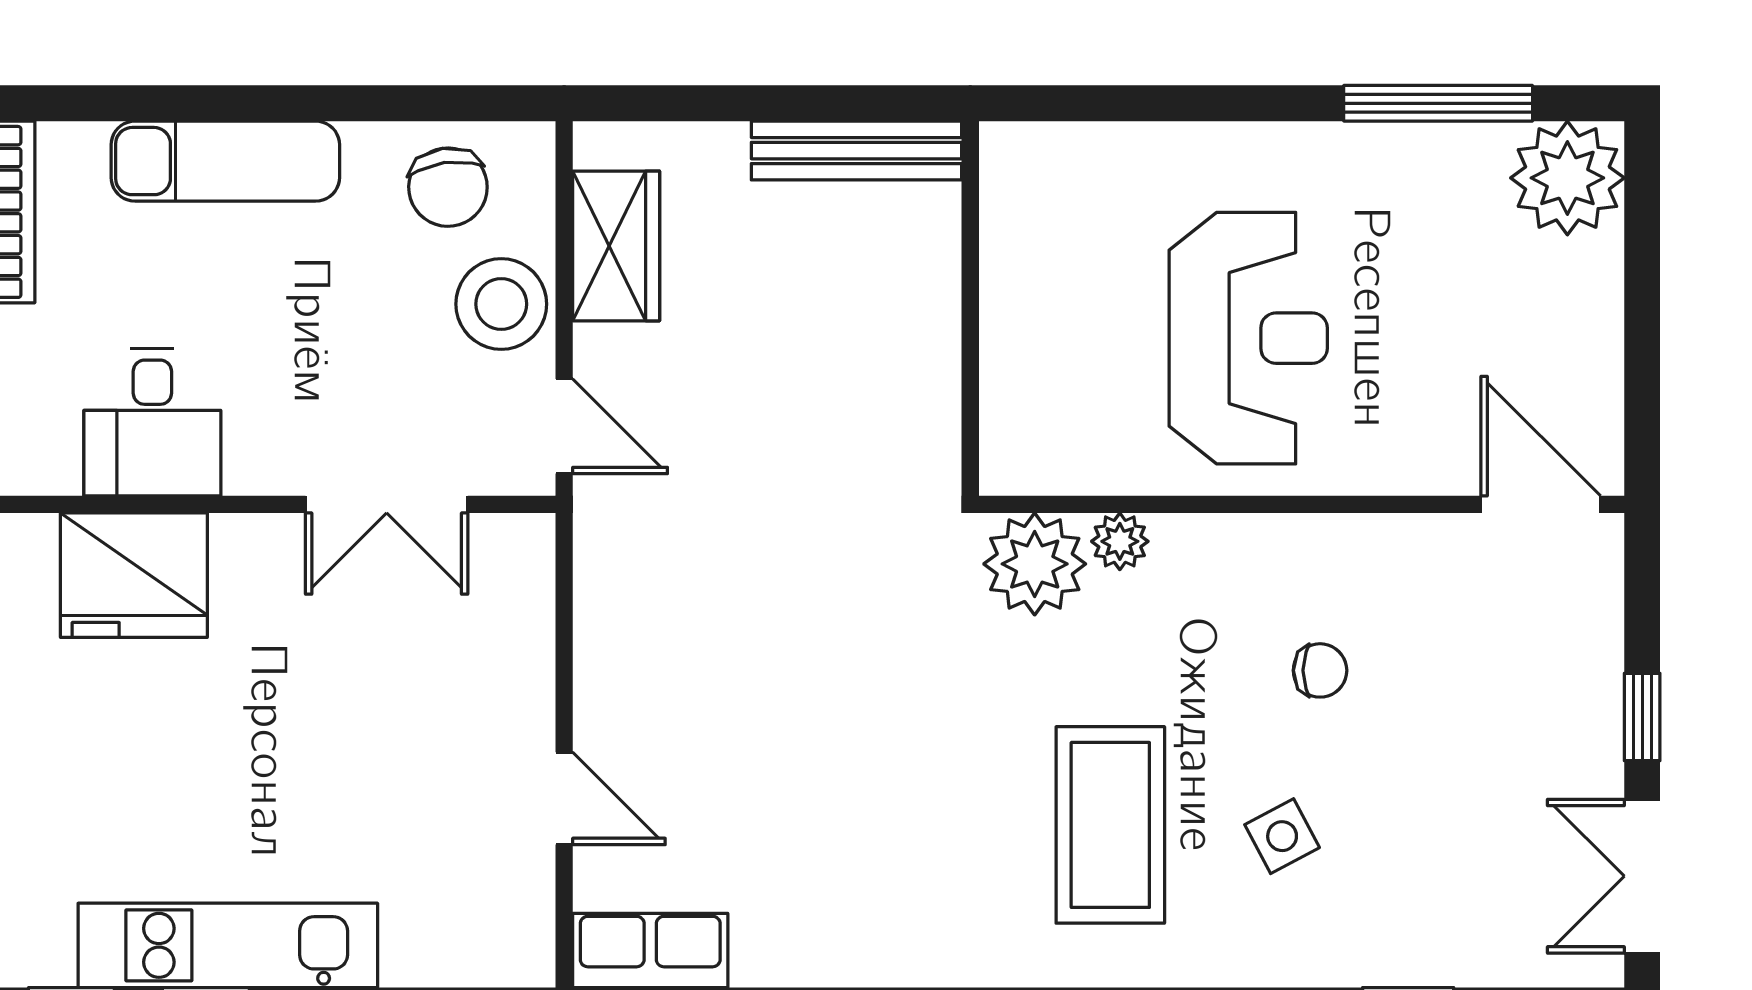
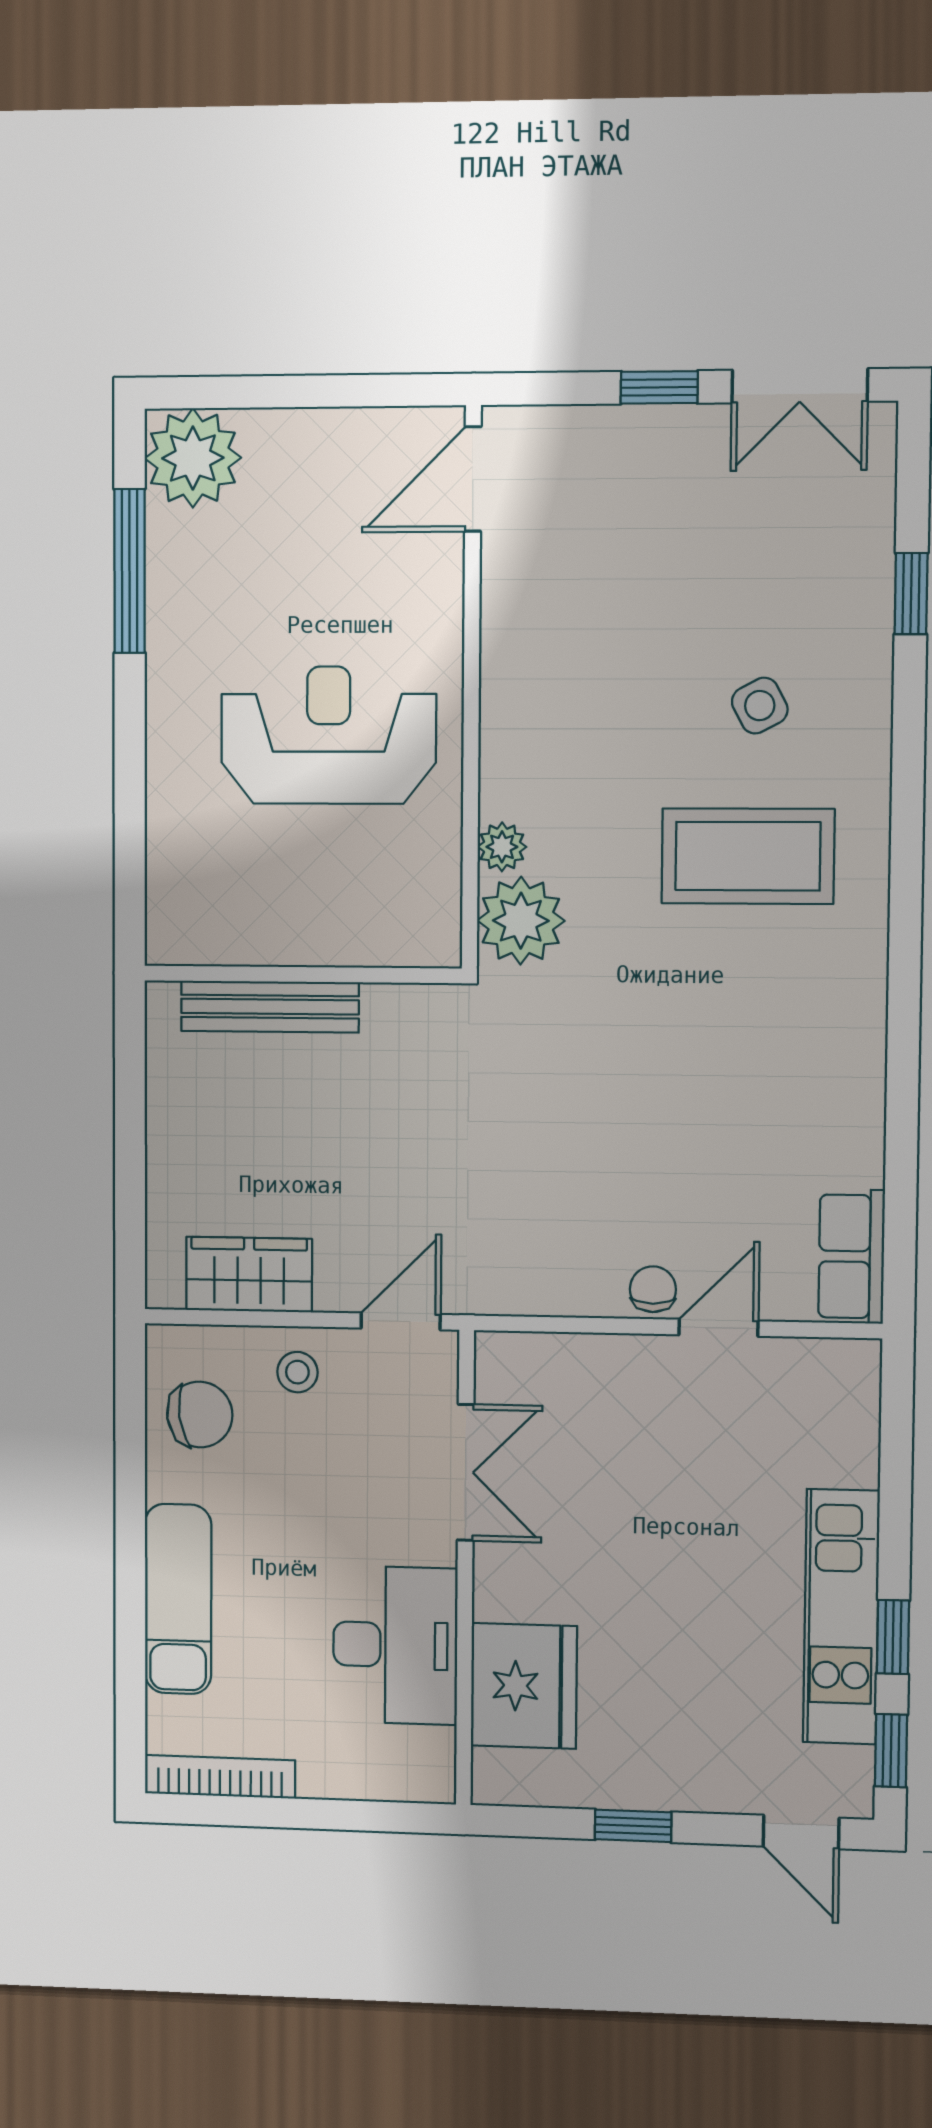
bench: (857, 151) -> (270, 1007), moved, turned 90
stool: (501, 304) -> (297, 1372), width x0.53, depth x0.53
desk: (152, 422) -> (395, 1645), width x1.37
chair: (1320, 670) -> (653, 1289), moved

